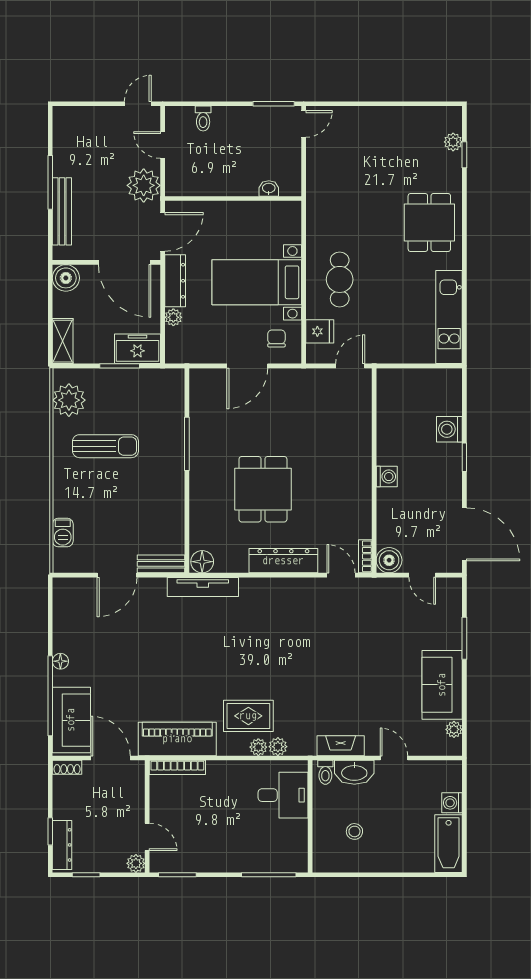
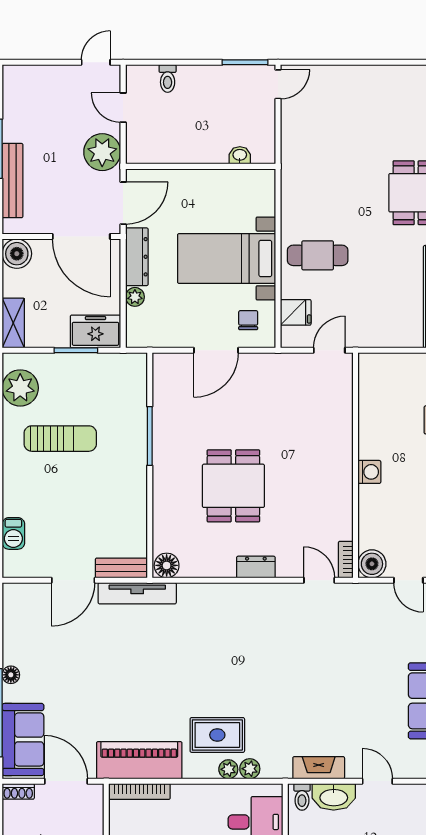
cafe table: (340, 279) -> (318, 255), turned 90
dresser: (283, 561) -> (256, 567), width x0.51, depth x0.80
tv unit: (203, 587) -> (137, 593), moved

